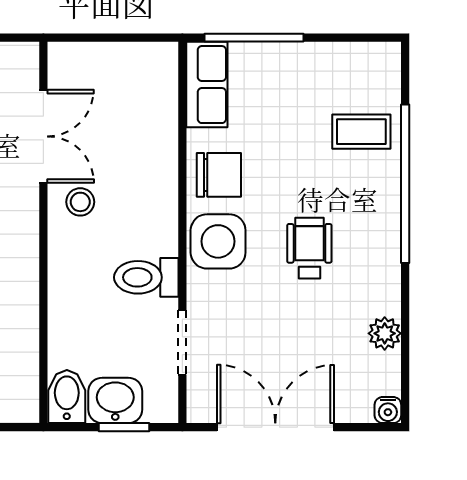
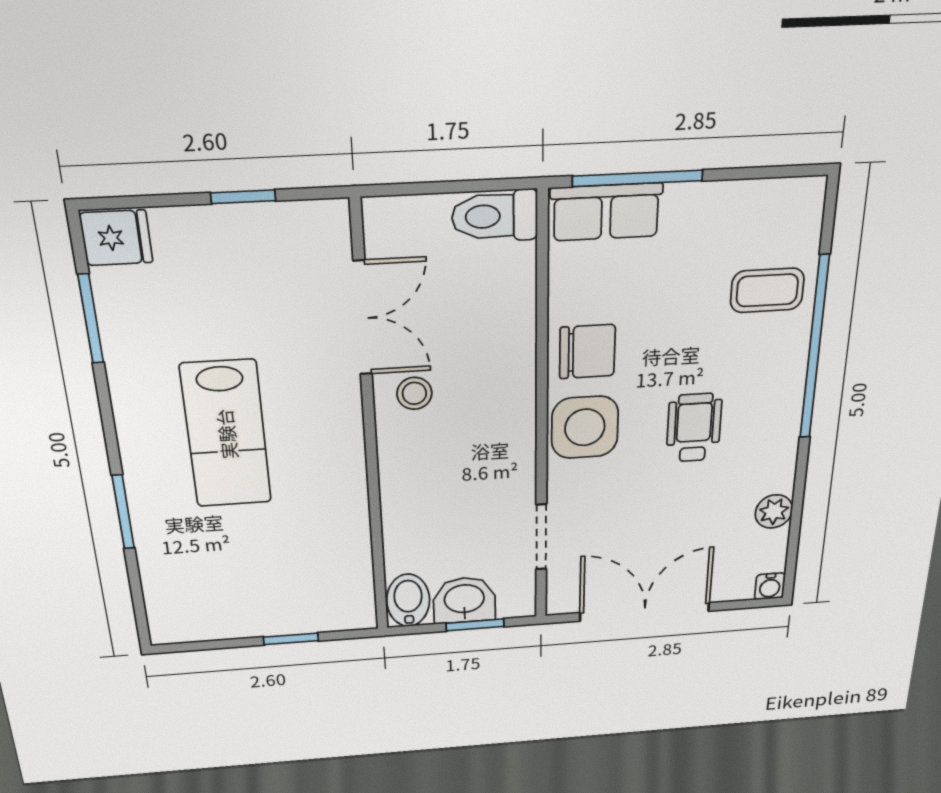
row of seats: (207, 85) -> (606, 212), moved, turned 90
toilet: (146, 277) -> (495, 216), moved

